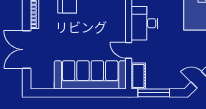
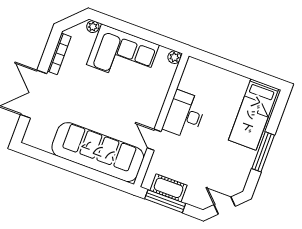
cot: (138, 76) -> (169, 188), moved, turned 90

